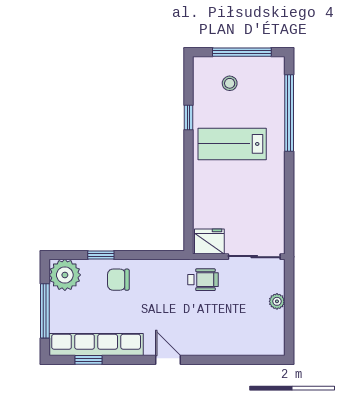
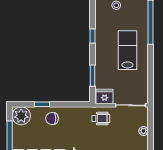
window: (189, 118) -> (92, 36), moved
lab bench: (232, 144) -> (127, 50), moved, turned 90
window: (189, 205) -> (92, 76), added

